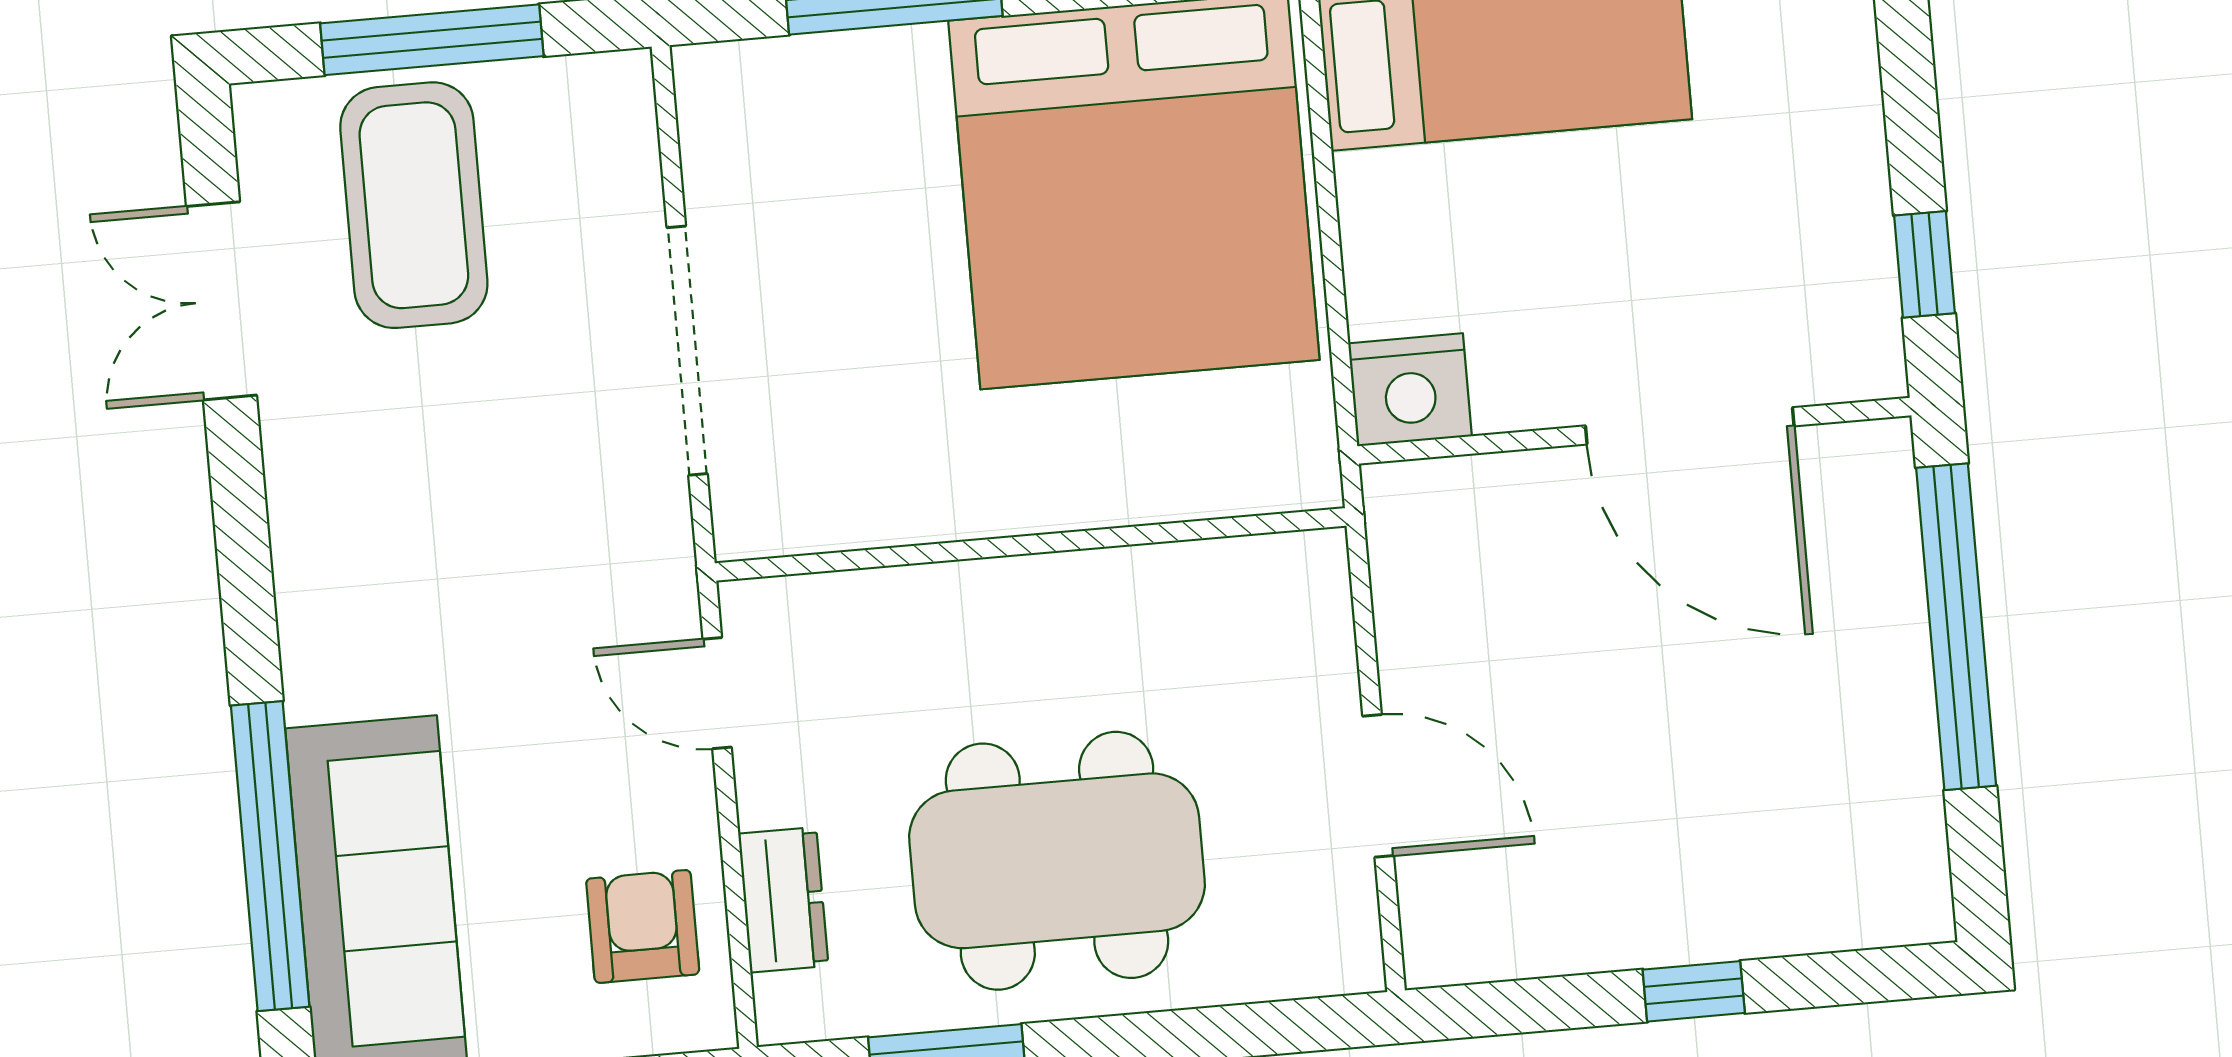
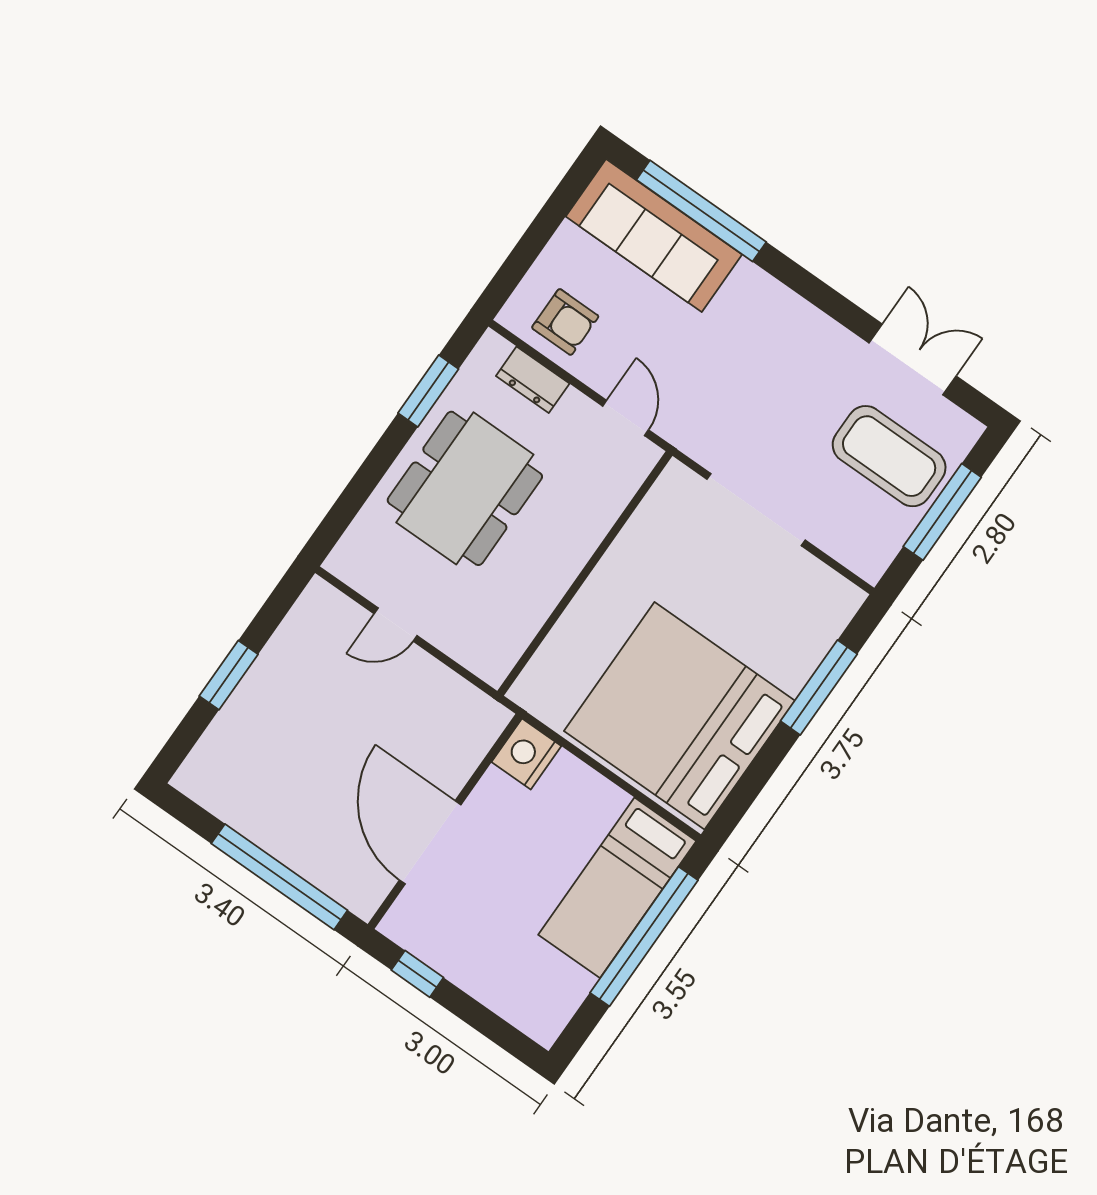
door: (1690, 426) -> (430, 842), hinge flipped
door: (717, 693) -> (626, 418), hinge flipped
door: (1378, 786) -> (396, 625), width x0.73
window: (1694, 991) -> (229, 675), width x1.50

